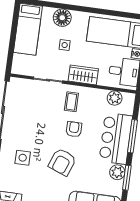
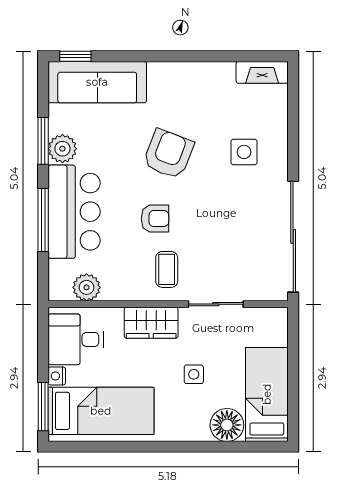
floor lamp: (62, 18) -> (227, 425), moved
armchair: (74, 129) -> (155, 219), turned -90

